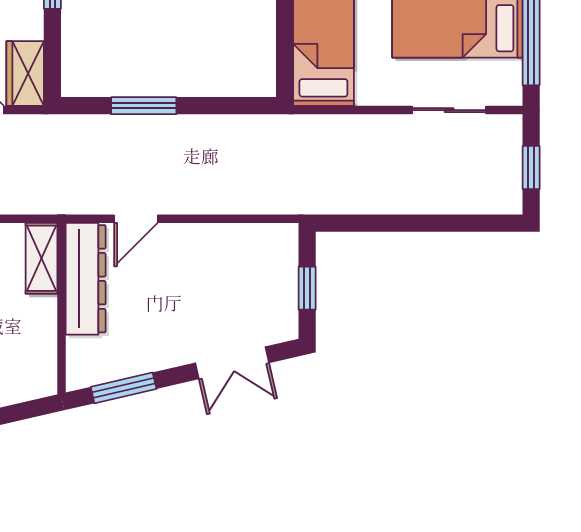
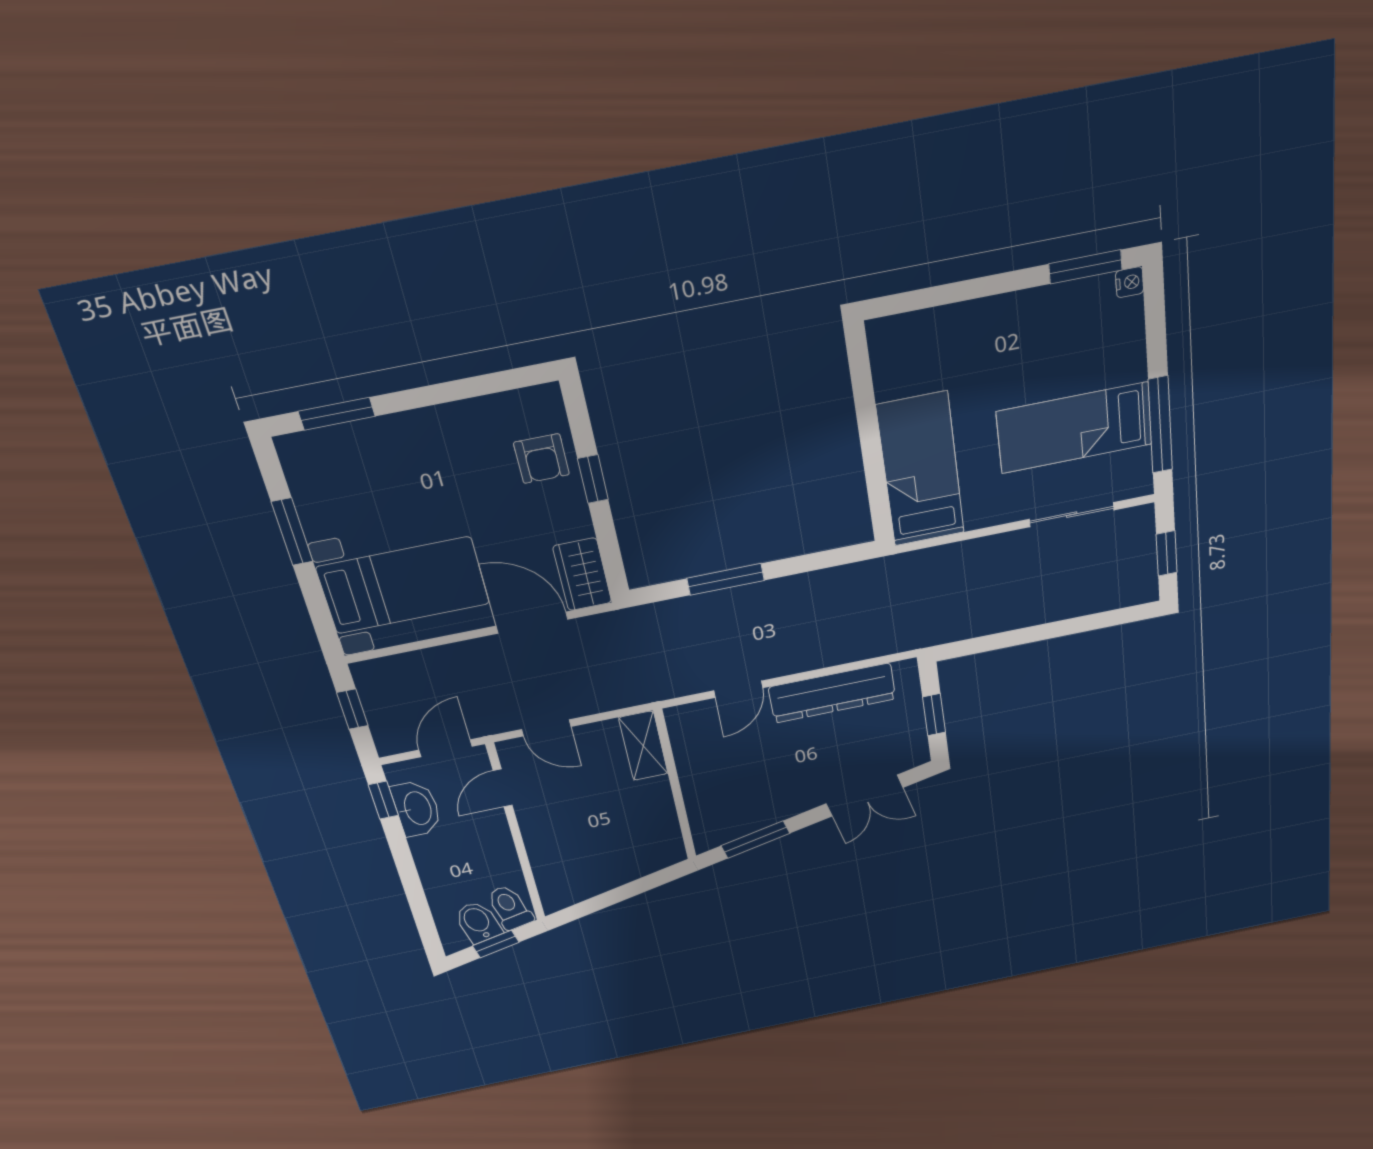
dresser: (86, 279) -> (832, 693), moved, turned 90

